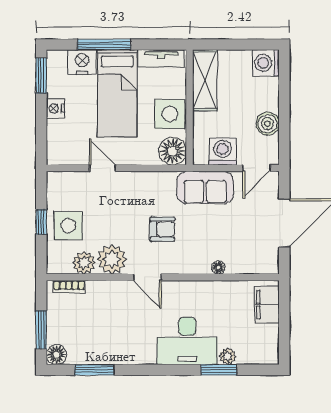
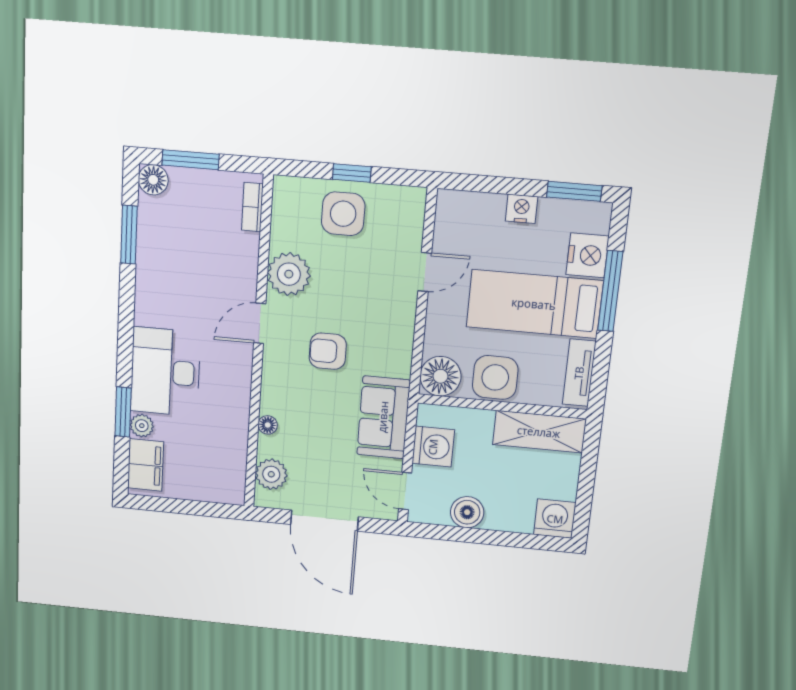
armchair: (162, 229) -> (328, 351), turned 90
plant: (84, 263) -> (271, 474), moved
filing cabinet: (267, 305) -> (146, 465), moved, turned 90

